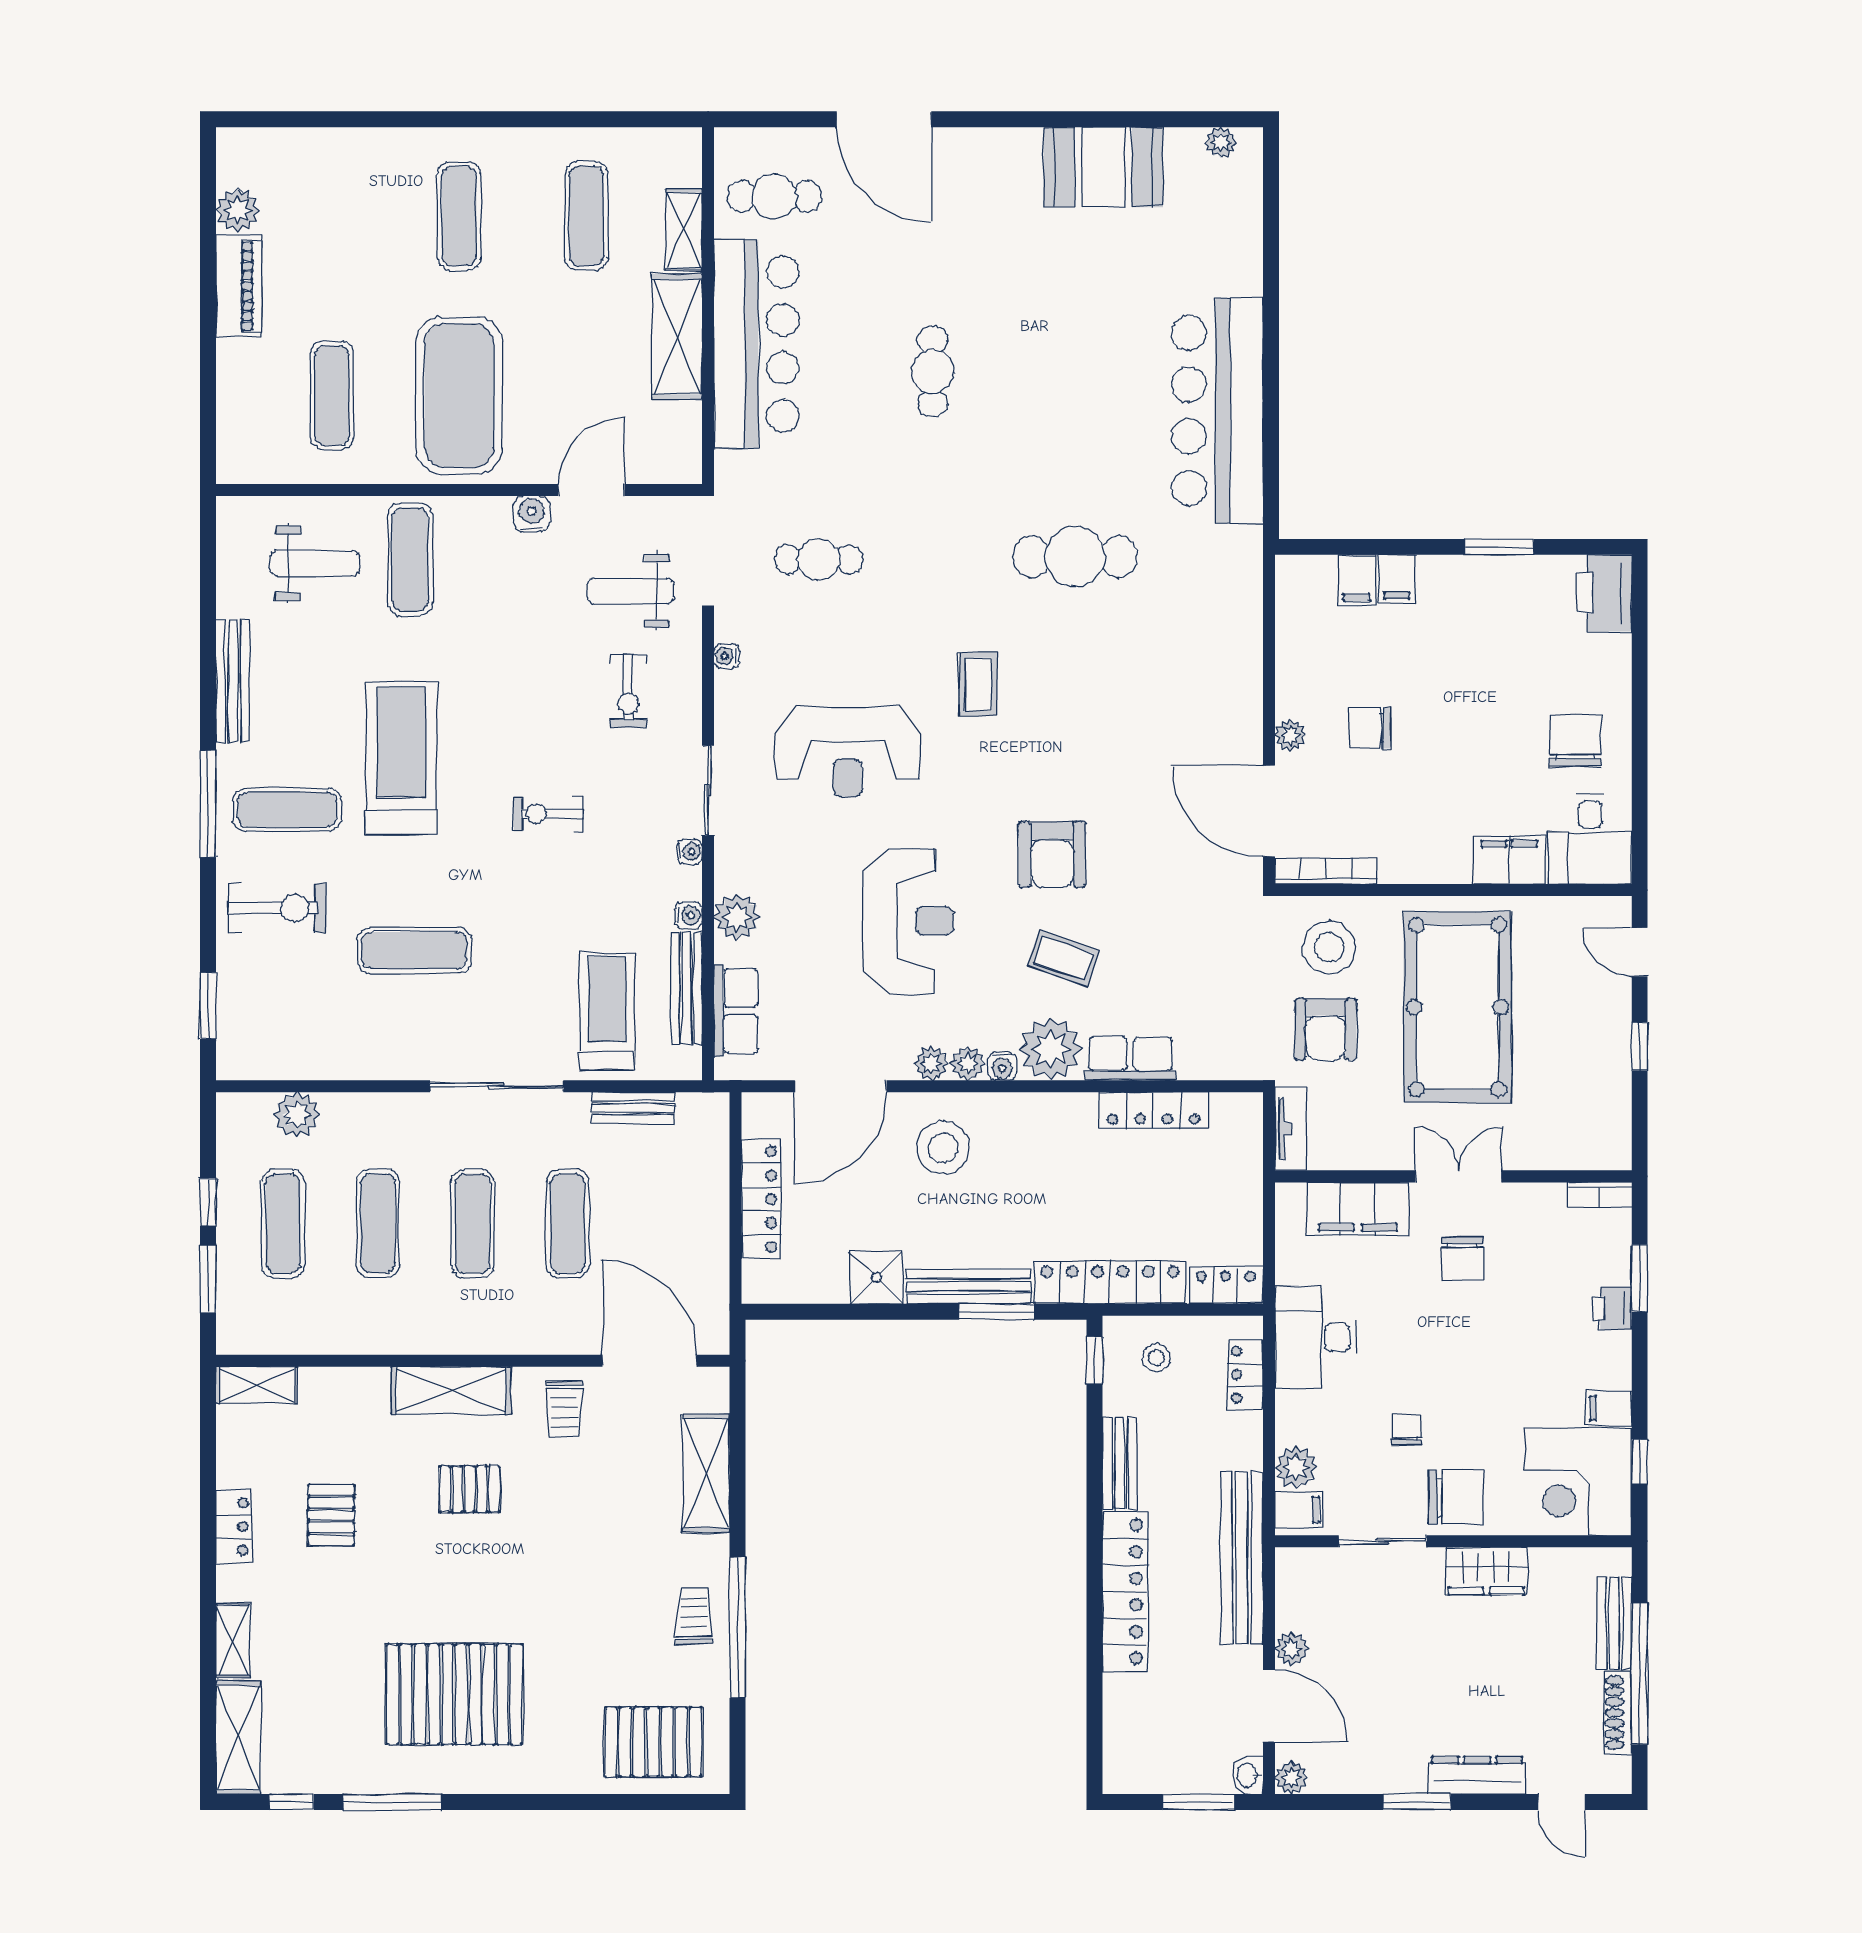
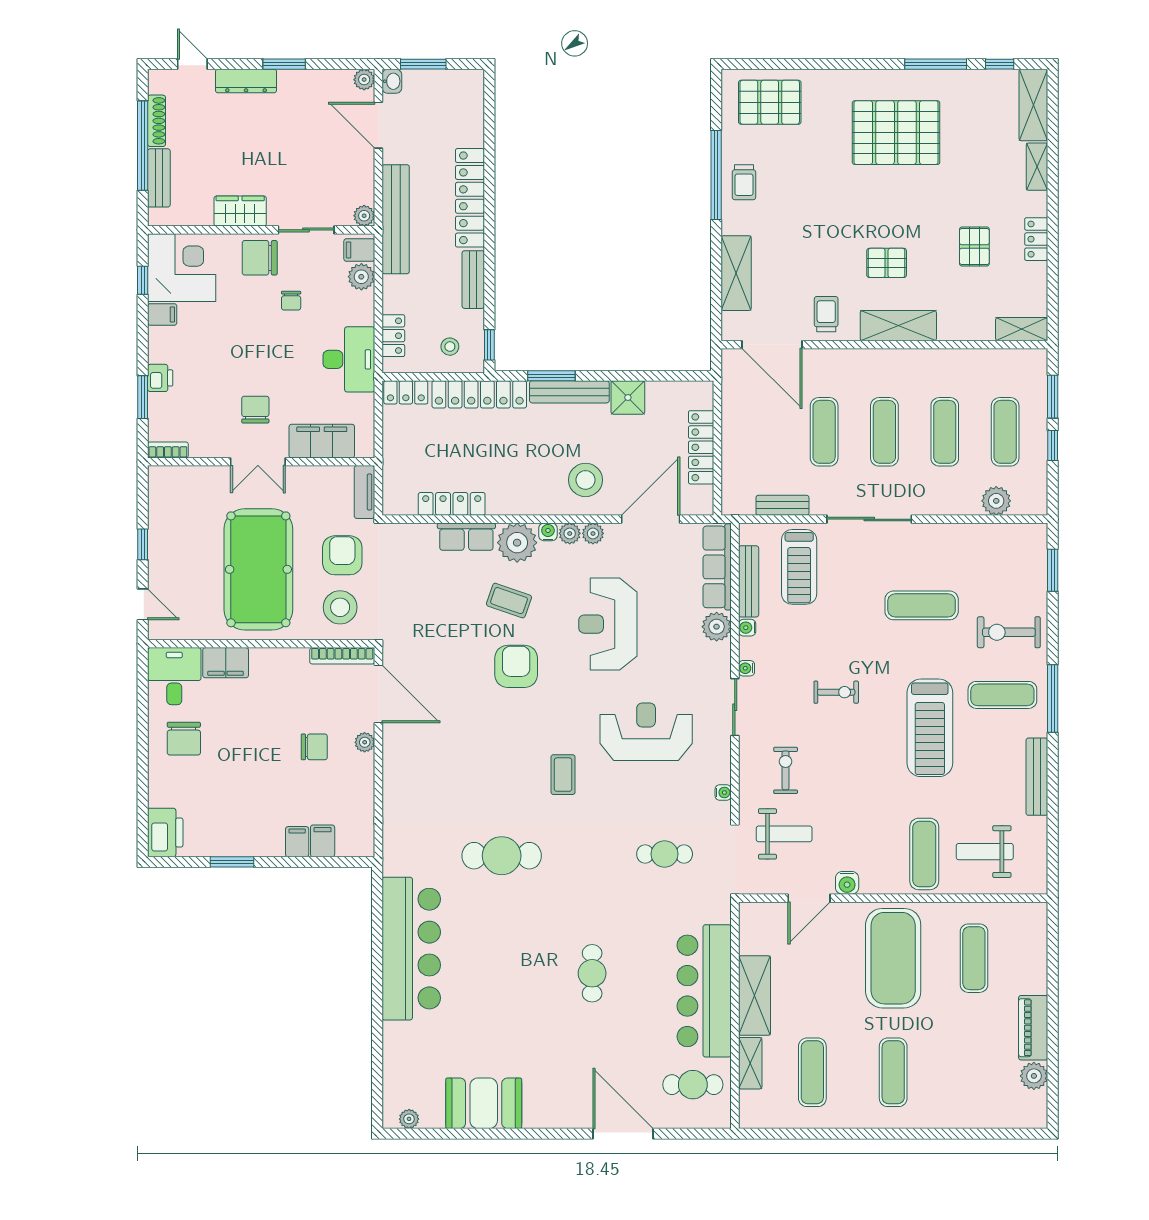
row of seats: (736, 1011) -> (717, 567), width x1.48
plant: (1291, 1649) -> (364, 216), moved

